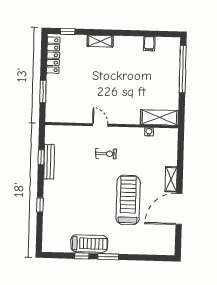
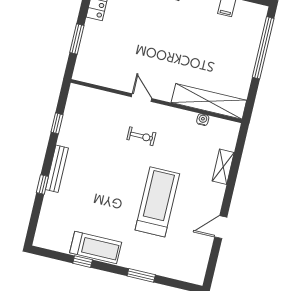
shelving: (160, 117) -> (209, 101), width x1.47
bench: (49, 162) -> (57, 169), moved
shelving: (171, 179) -> (223, 167), moved
door: (179, 209) -> (221, 227), width x0.53
window: (108, 257) -> (141, 275), moved

